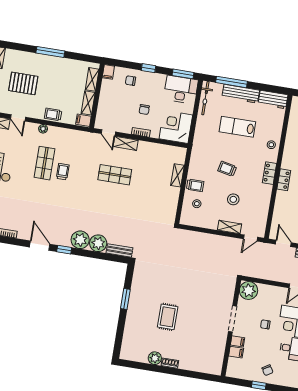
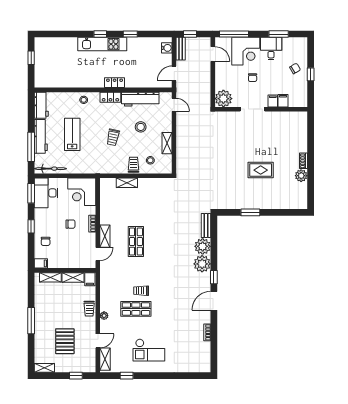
lab bench: (237, 127) -> (72, 134), turned 180
workbench: (262, 204) -> (140, 99), added
shelving: (230, 227) -> (167, 143), moved

